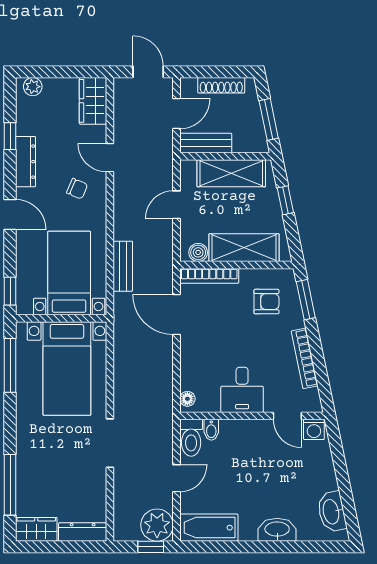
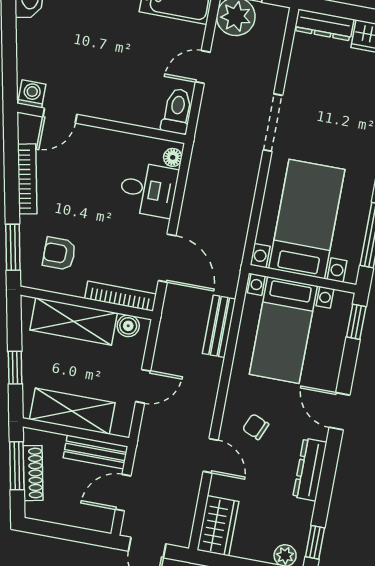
shoe rack: (221, 85) -> (33, 473), moved, turned 78
window: (10, 136) -> (315, 542), moved
desk: (242, 390) -> (148, 190), moved, turned 90
door: (287, 416) -> (60, 116), swing flipped
bidet: (211, 430) -> (152, 116), removed

